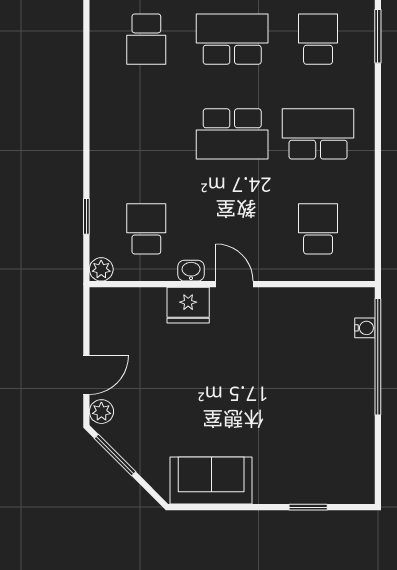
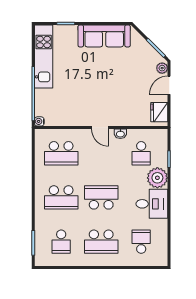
desk: (123, 120) -> (152, 204), added
school desk: (318, 229) -> (61, 153), width x1.85
plant: (101, 269) -> (157, 178), moved, width x1.88, depth x1.88
fridge: (188, 305) -> (159, 112), moved, turned -90
water cooler: (365, 328) -> (39, 121), moved
kitchen unit: (356, 436) -> (44, 57), added
sofa: (211, 480) -> (104, 36), width x1.36

